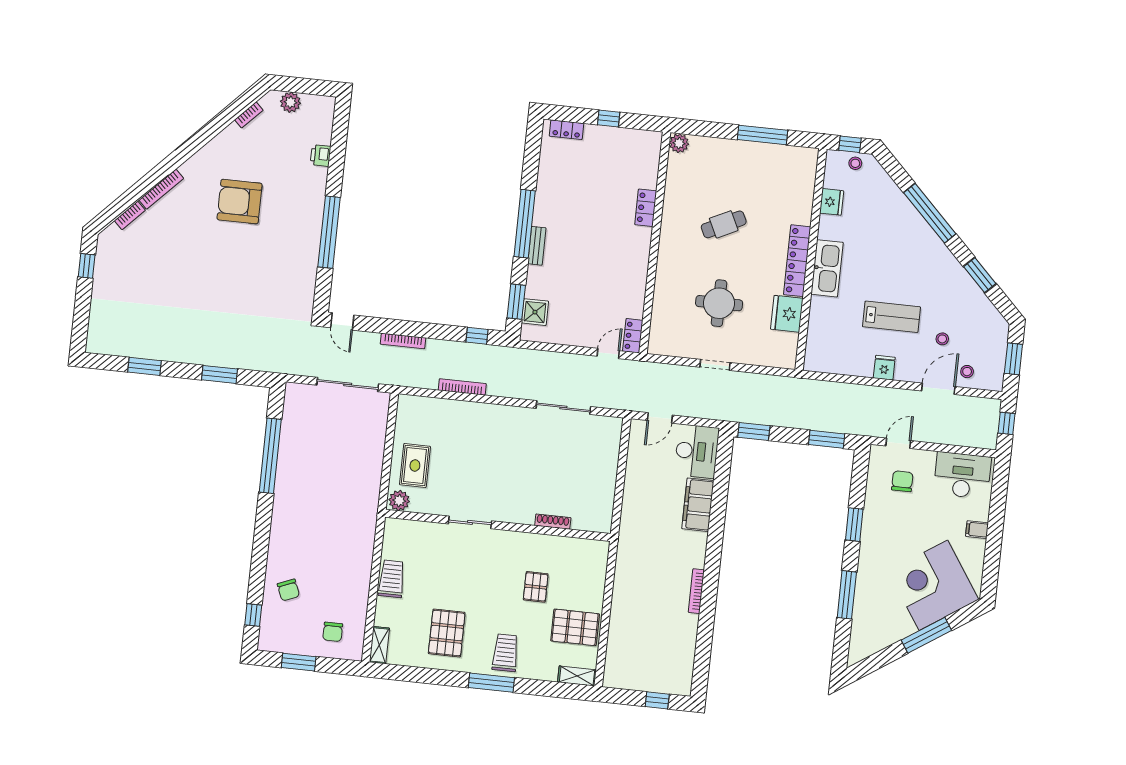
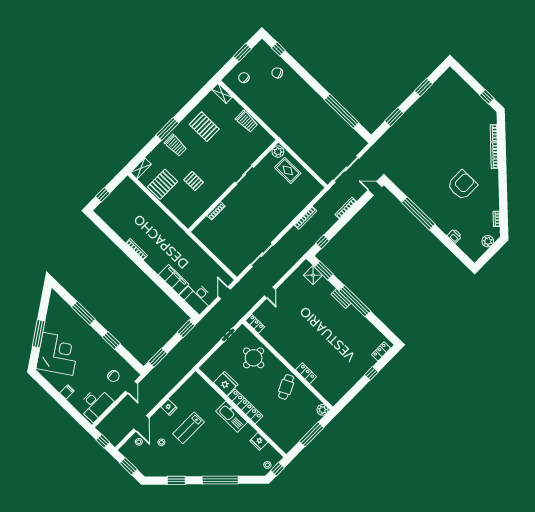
plant: (679, 143) -> (322, 410), moved
locker: (646, 208) -> (306, 373), moved
wall: (655, 243) -> (288, 365), moved
locker: (633, 336) -> (255, 324), moved

